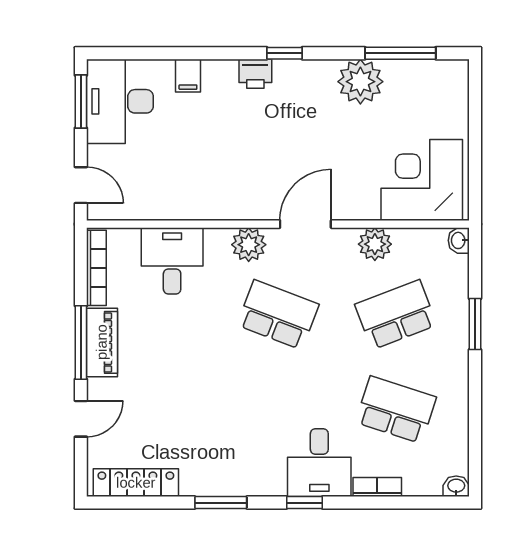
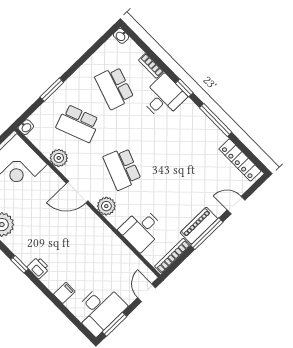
window: (221, 503) -> (216, 120), width x1.44

